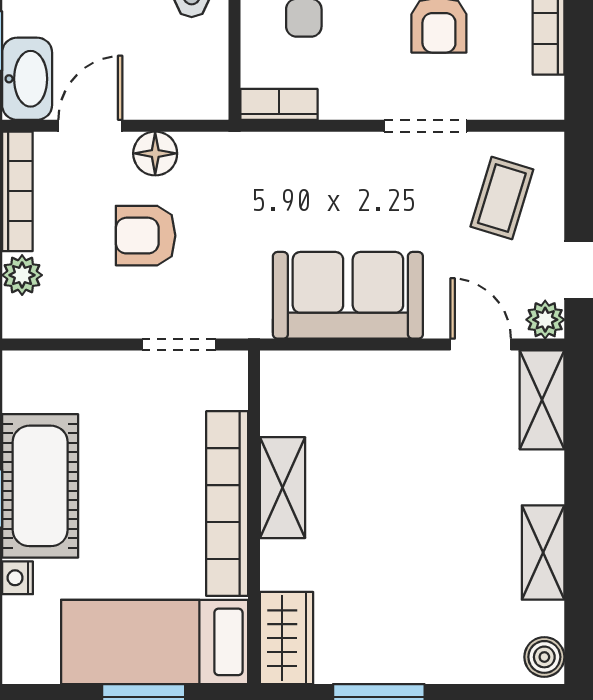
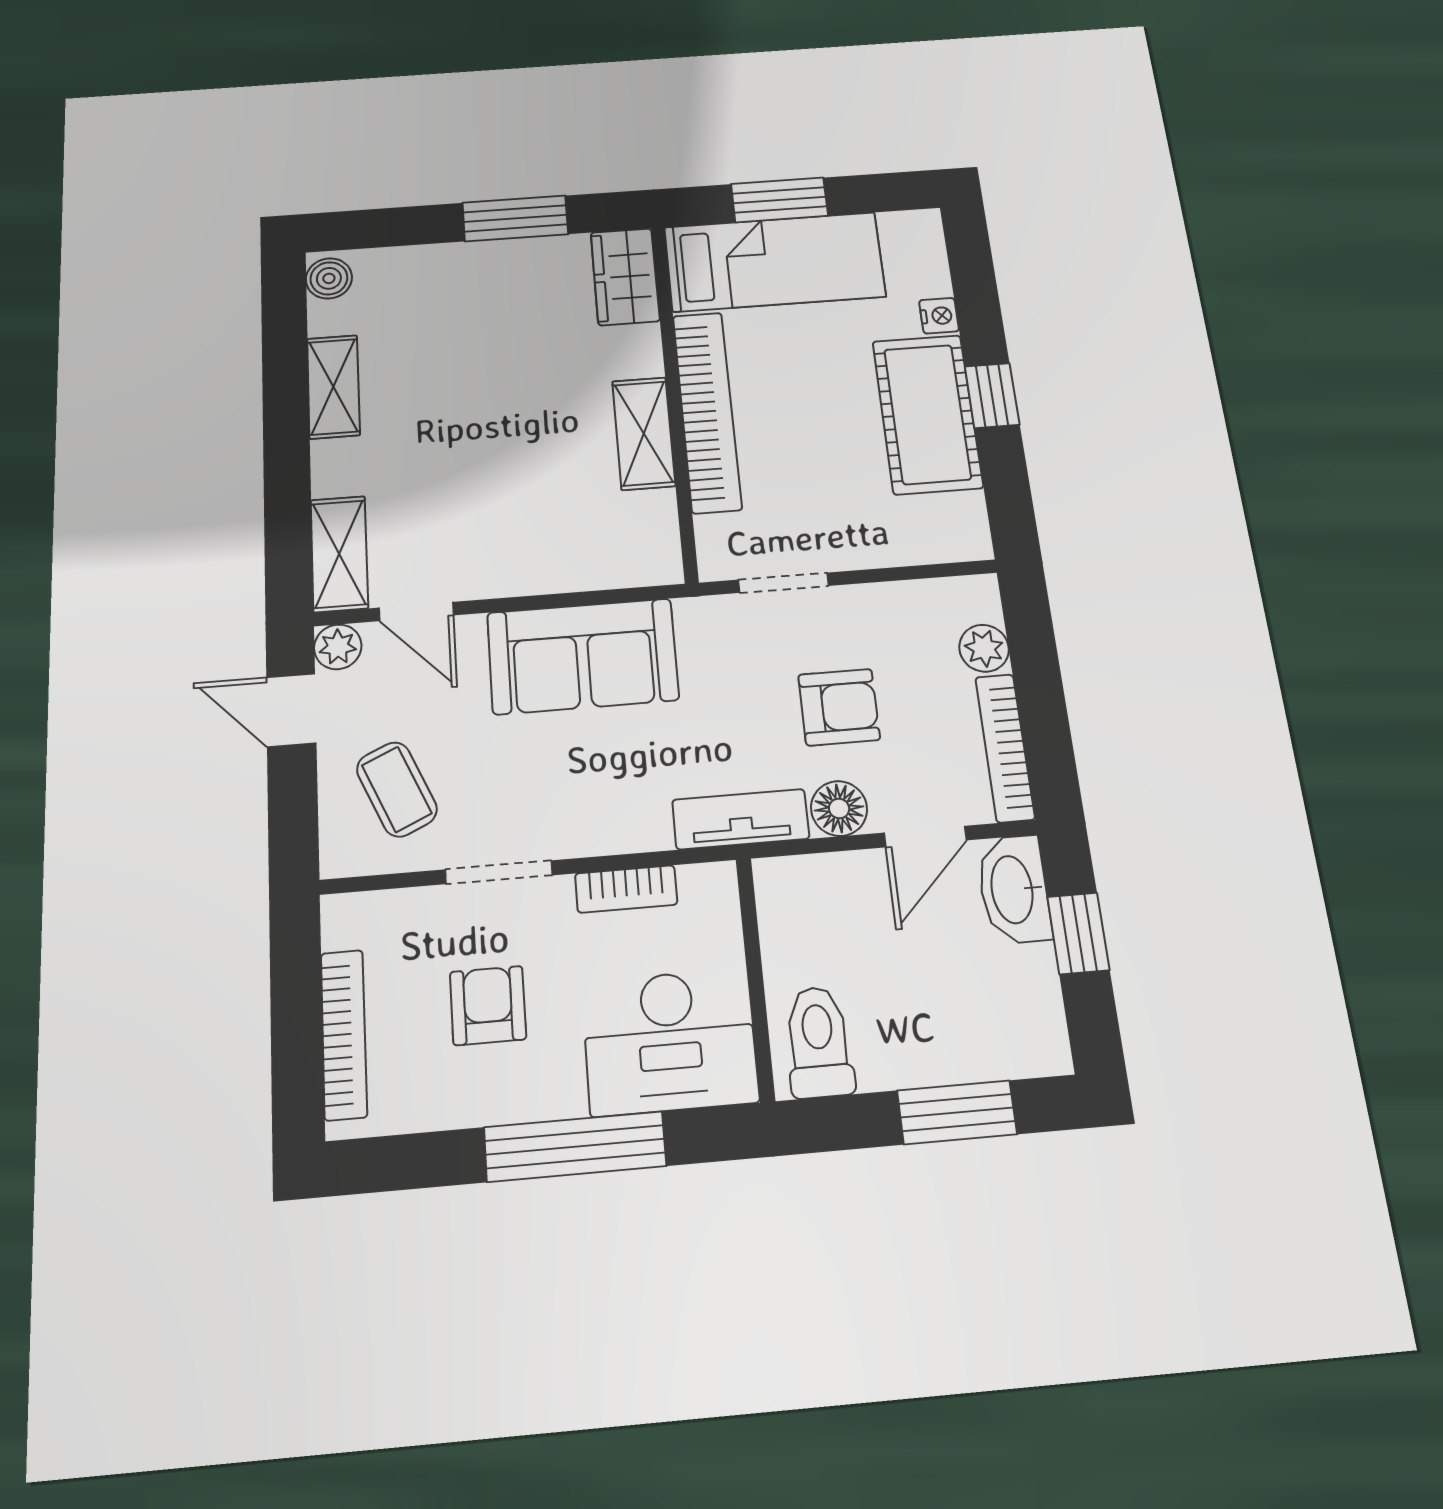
bookcase: (279, 104) -> (626, 889), moved
tv unit: (233, 151) -> (741, 819), added
coffee table: (502, 198) -> (397, 789), turned -41

